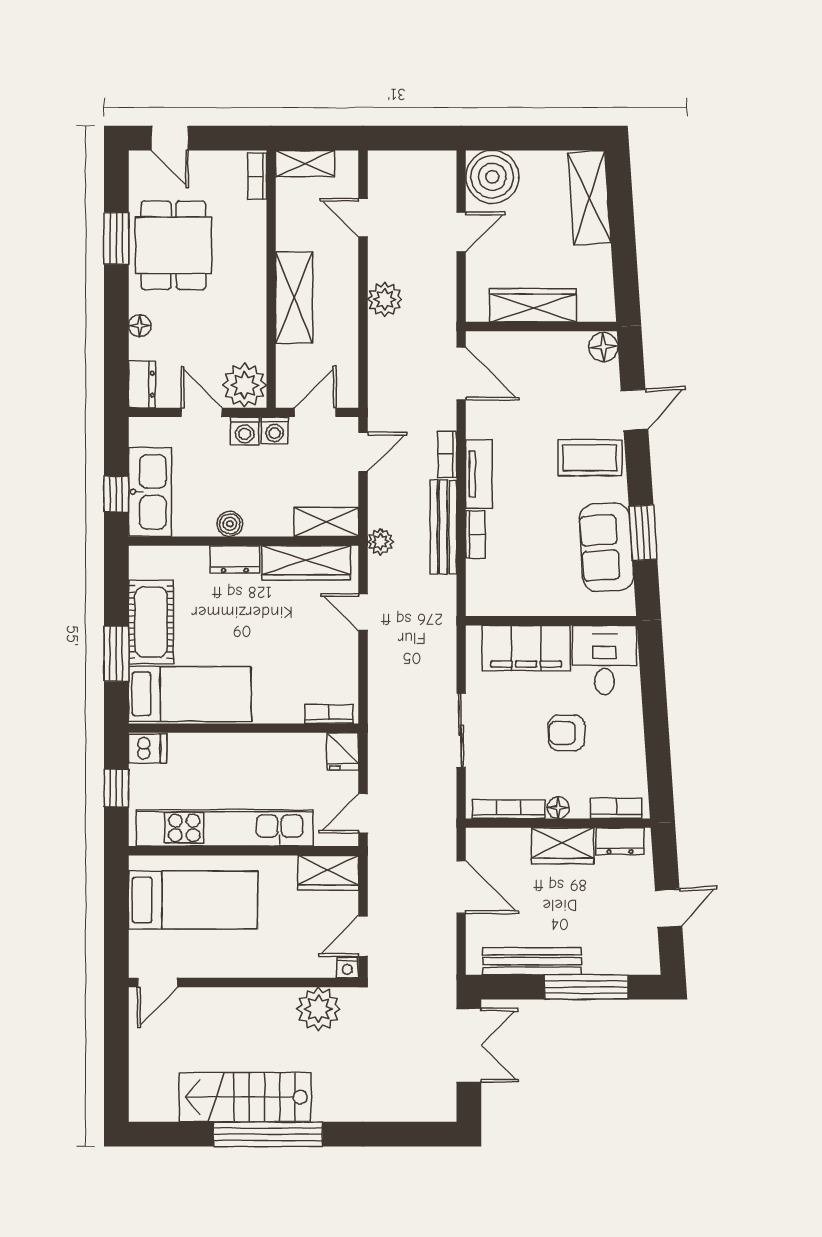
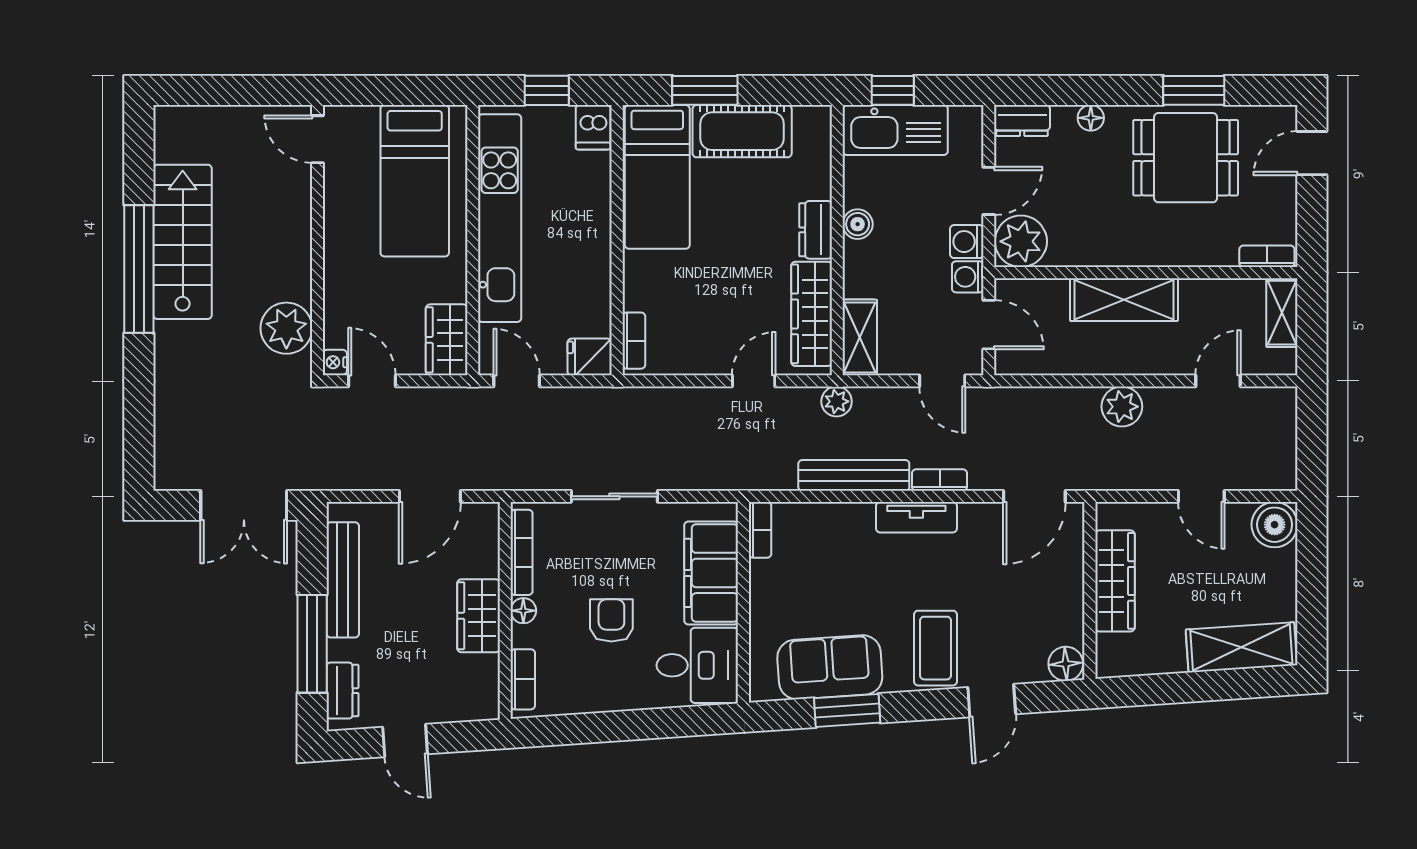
boiler: (492, 177) -> (1275, 525), width x0.73, depth x0.73
door: (635, 410) -> (992, 701), hinge flipped
bookcase: (475, 534) -> (760, 530), moved, turned -90
dresser: (620, 841) -> (342, 691), moved, turned 180

